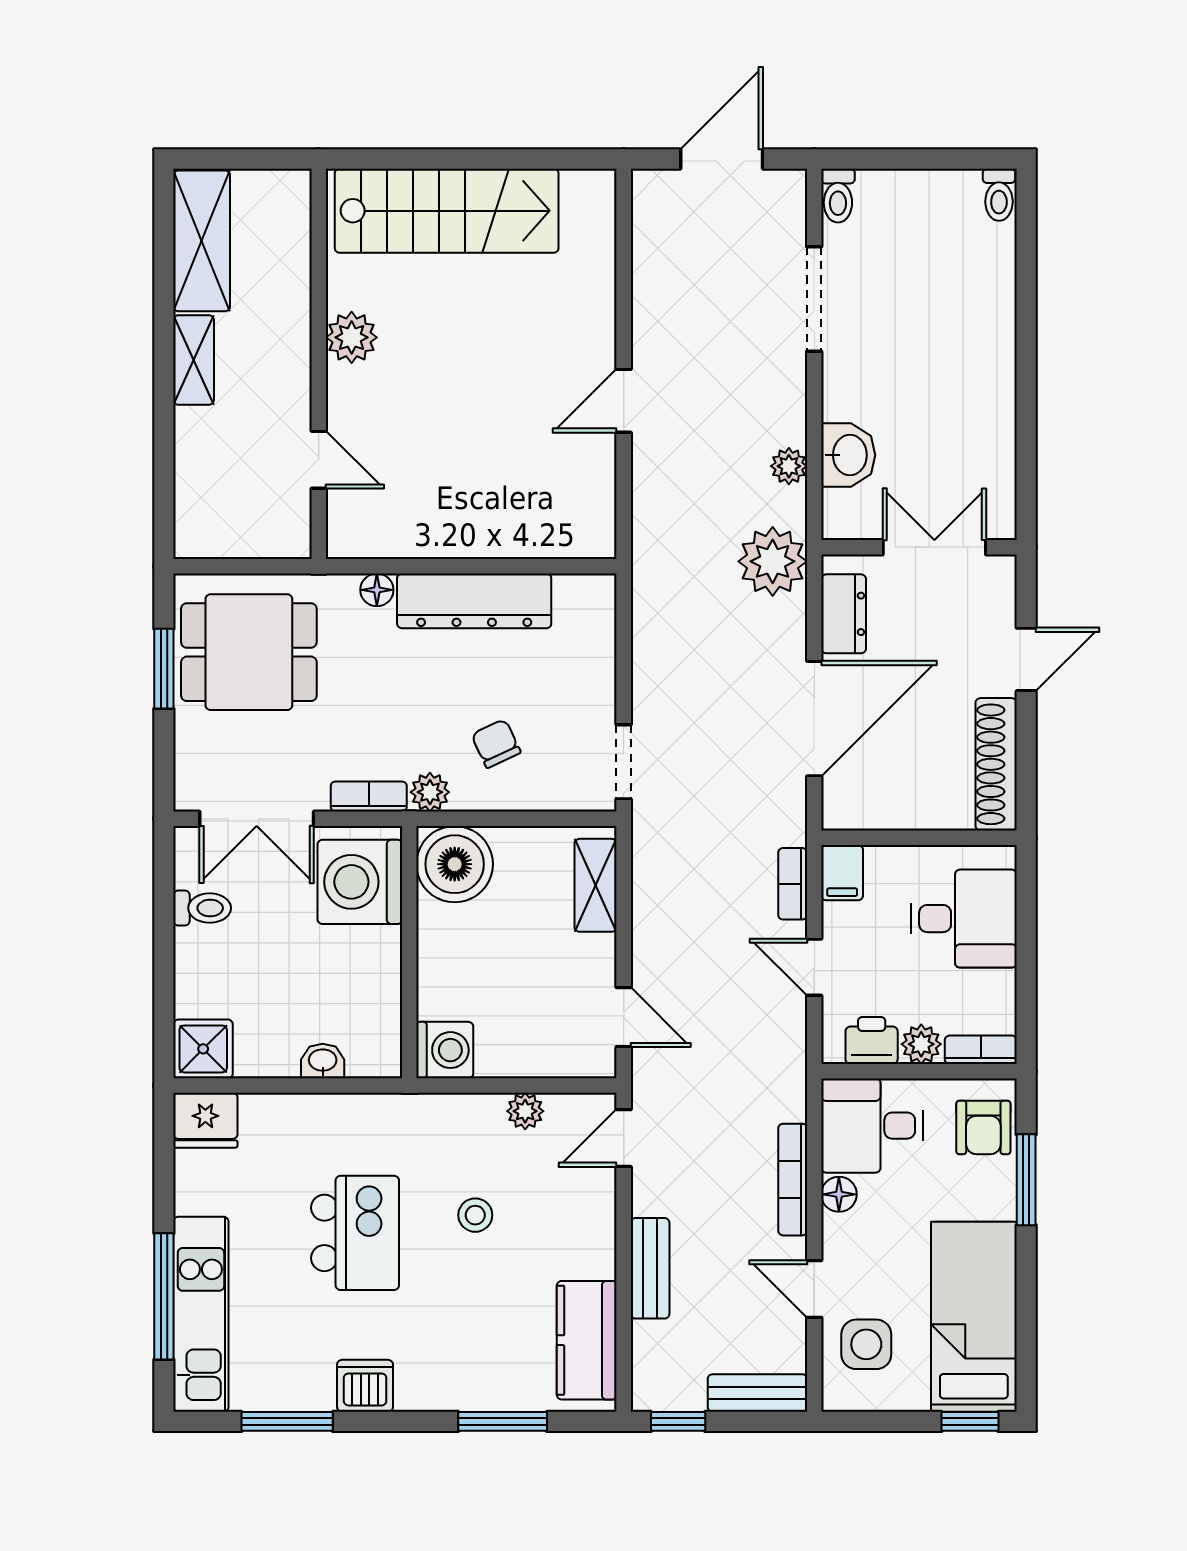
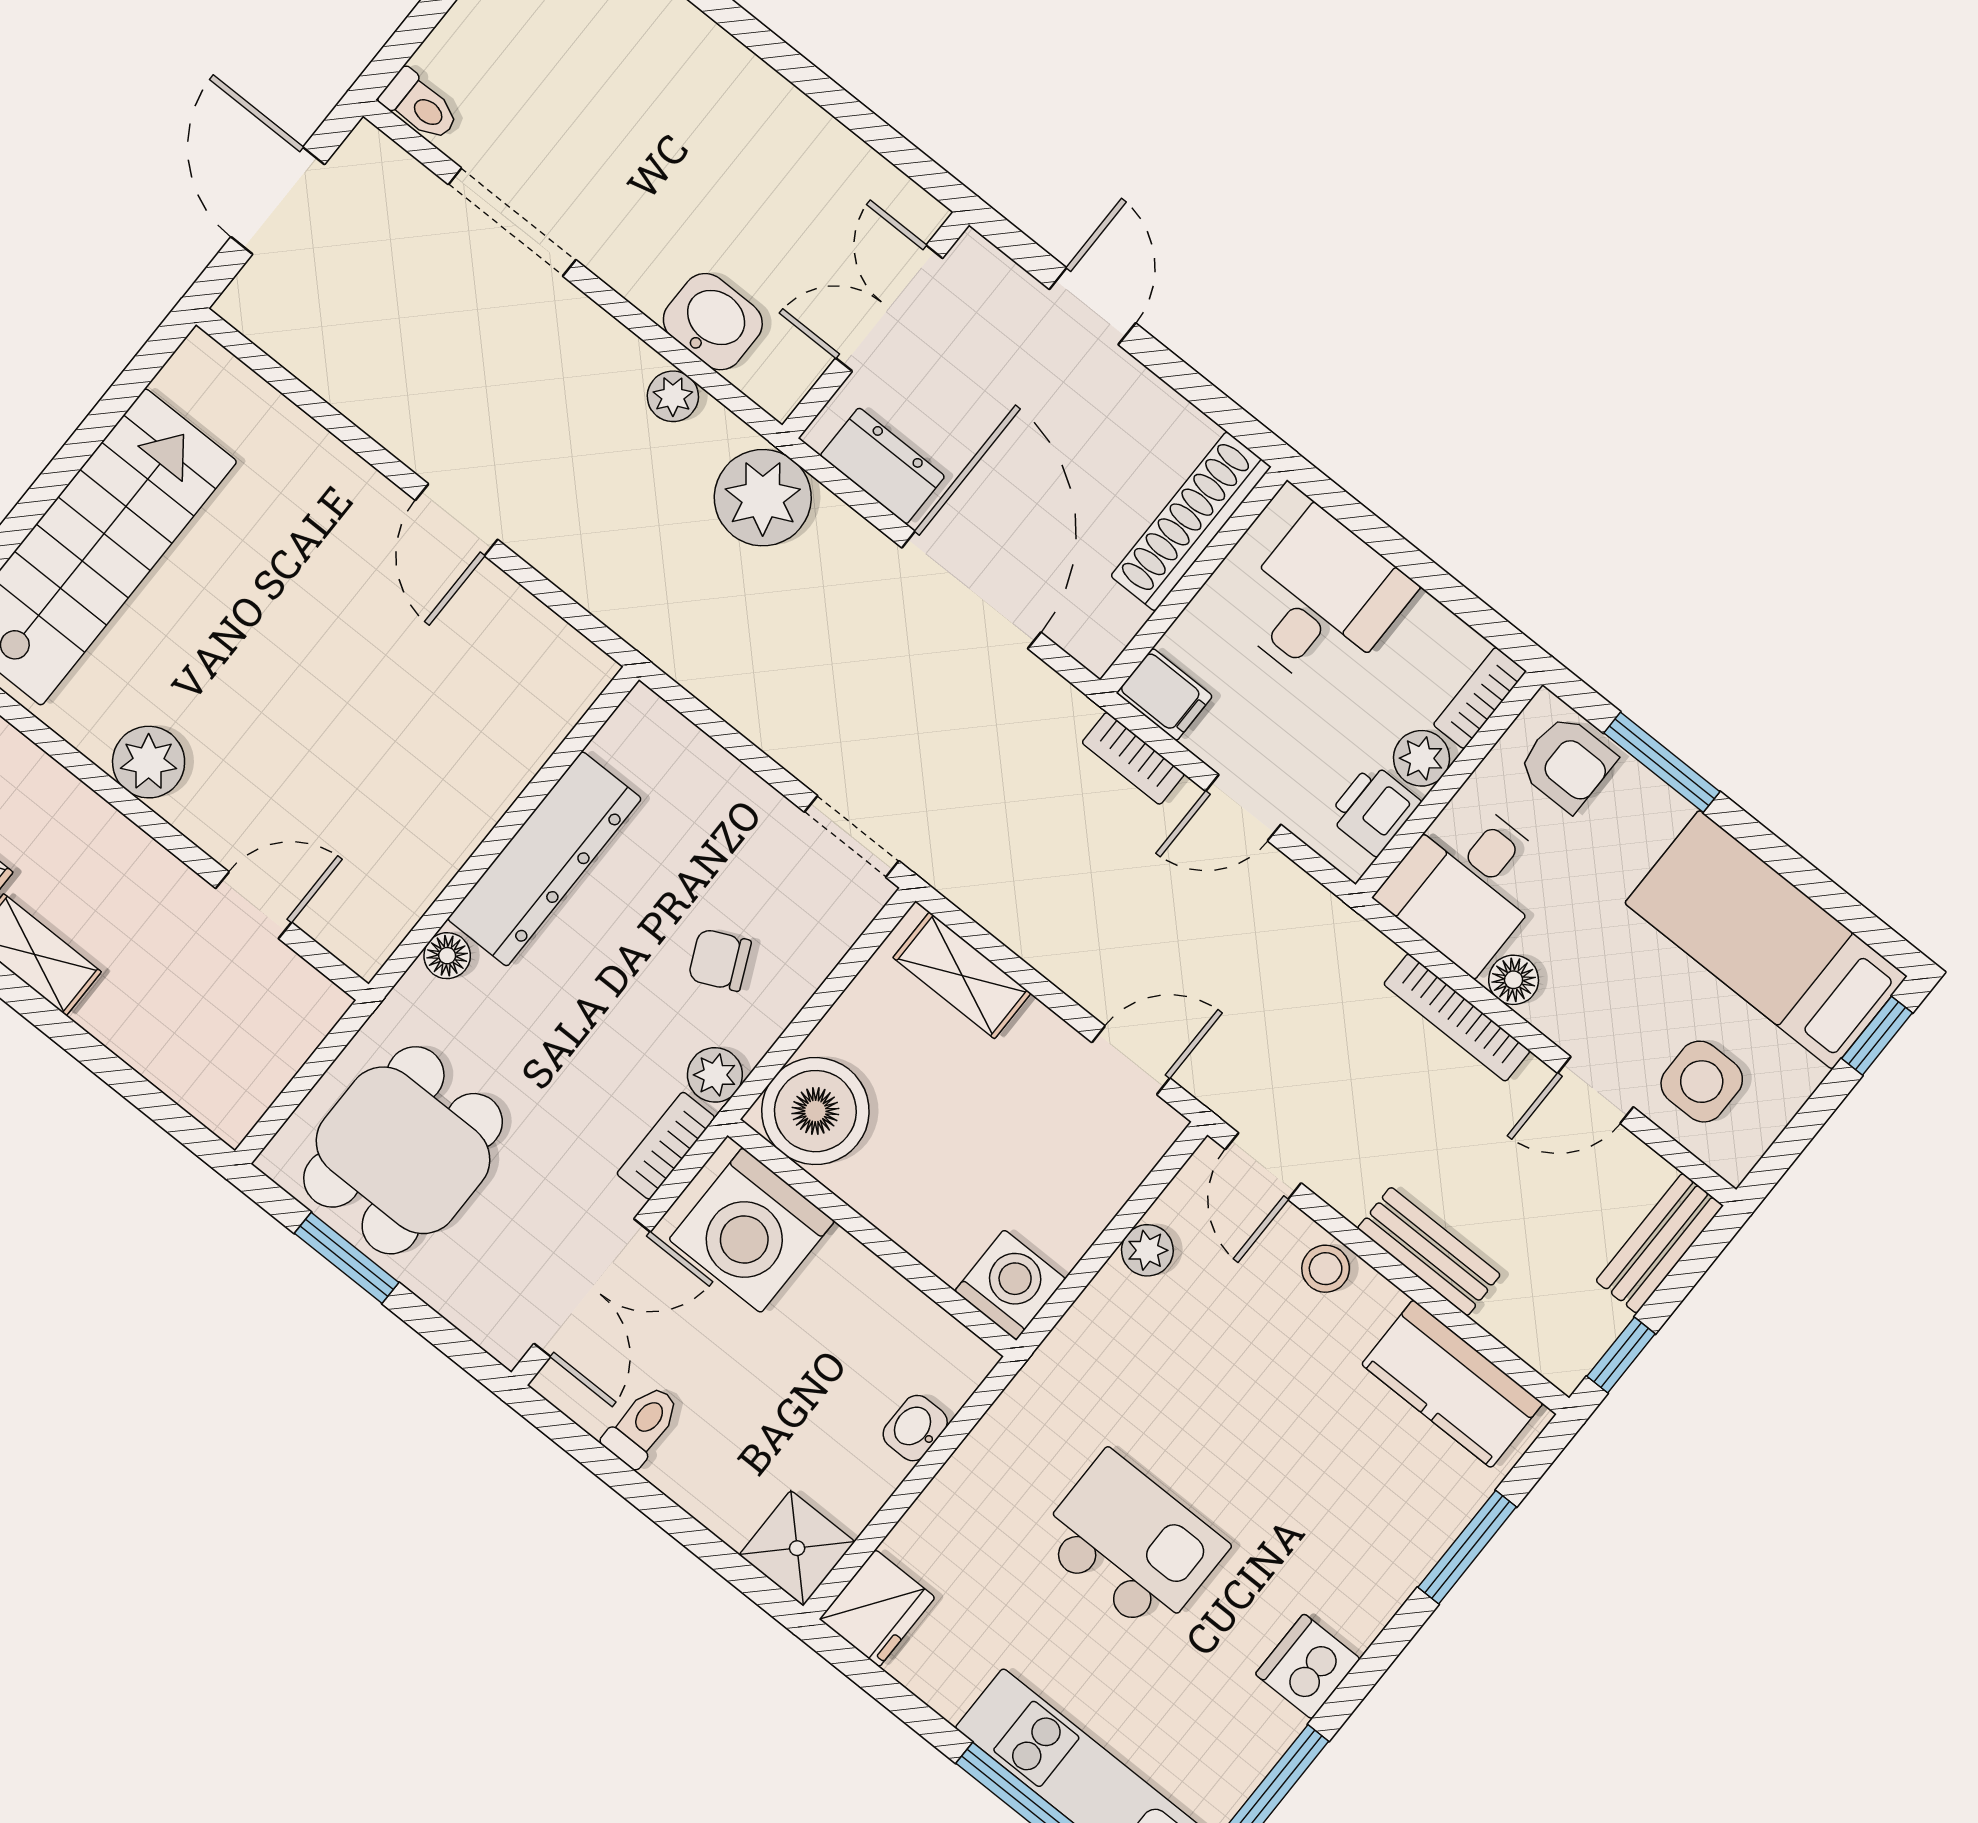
shoe rack: (996, 764) -> (1191, 521), moved, turned 90
stool: (475, 1215) -> (1326, 1269), moved

